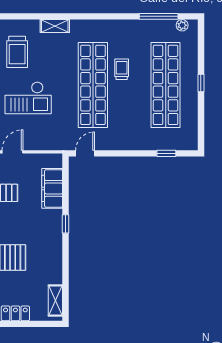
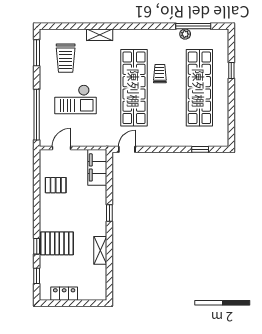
plant: (182, 25) -> (185, 34), moved
window: (201, 83) -> (231, 70), moved
filing cabinet: (52, 188) -> (97, 167), moved
shelving: (55, 301) -> (100, 250), moved

